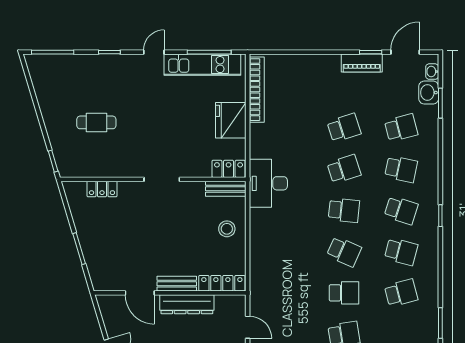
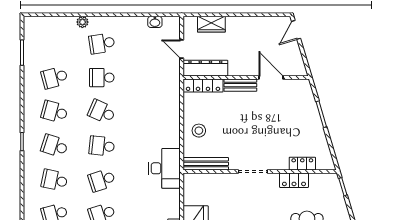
locker: (229, 169) -> (294, 180), moved
bench: (226, 189) -> (206, 164), width x1.36
dresser: (187, 304) -> (205, 68), moved

